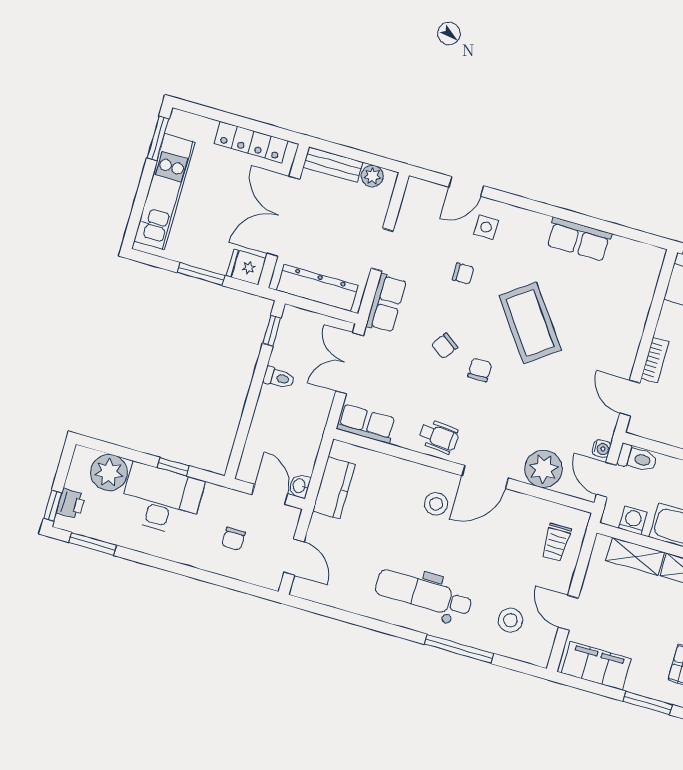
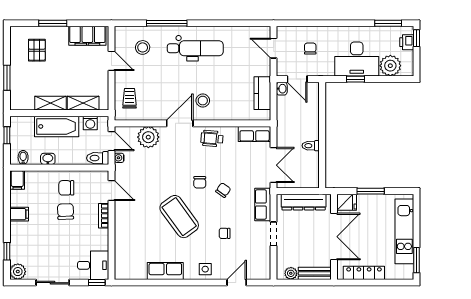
side table: (486, 227) -> (205, 269), moved
window: (272, 331) -> (322, 171), removed

